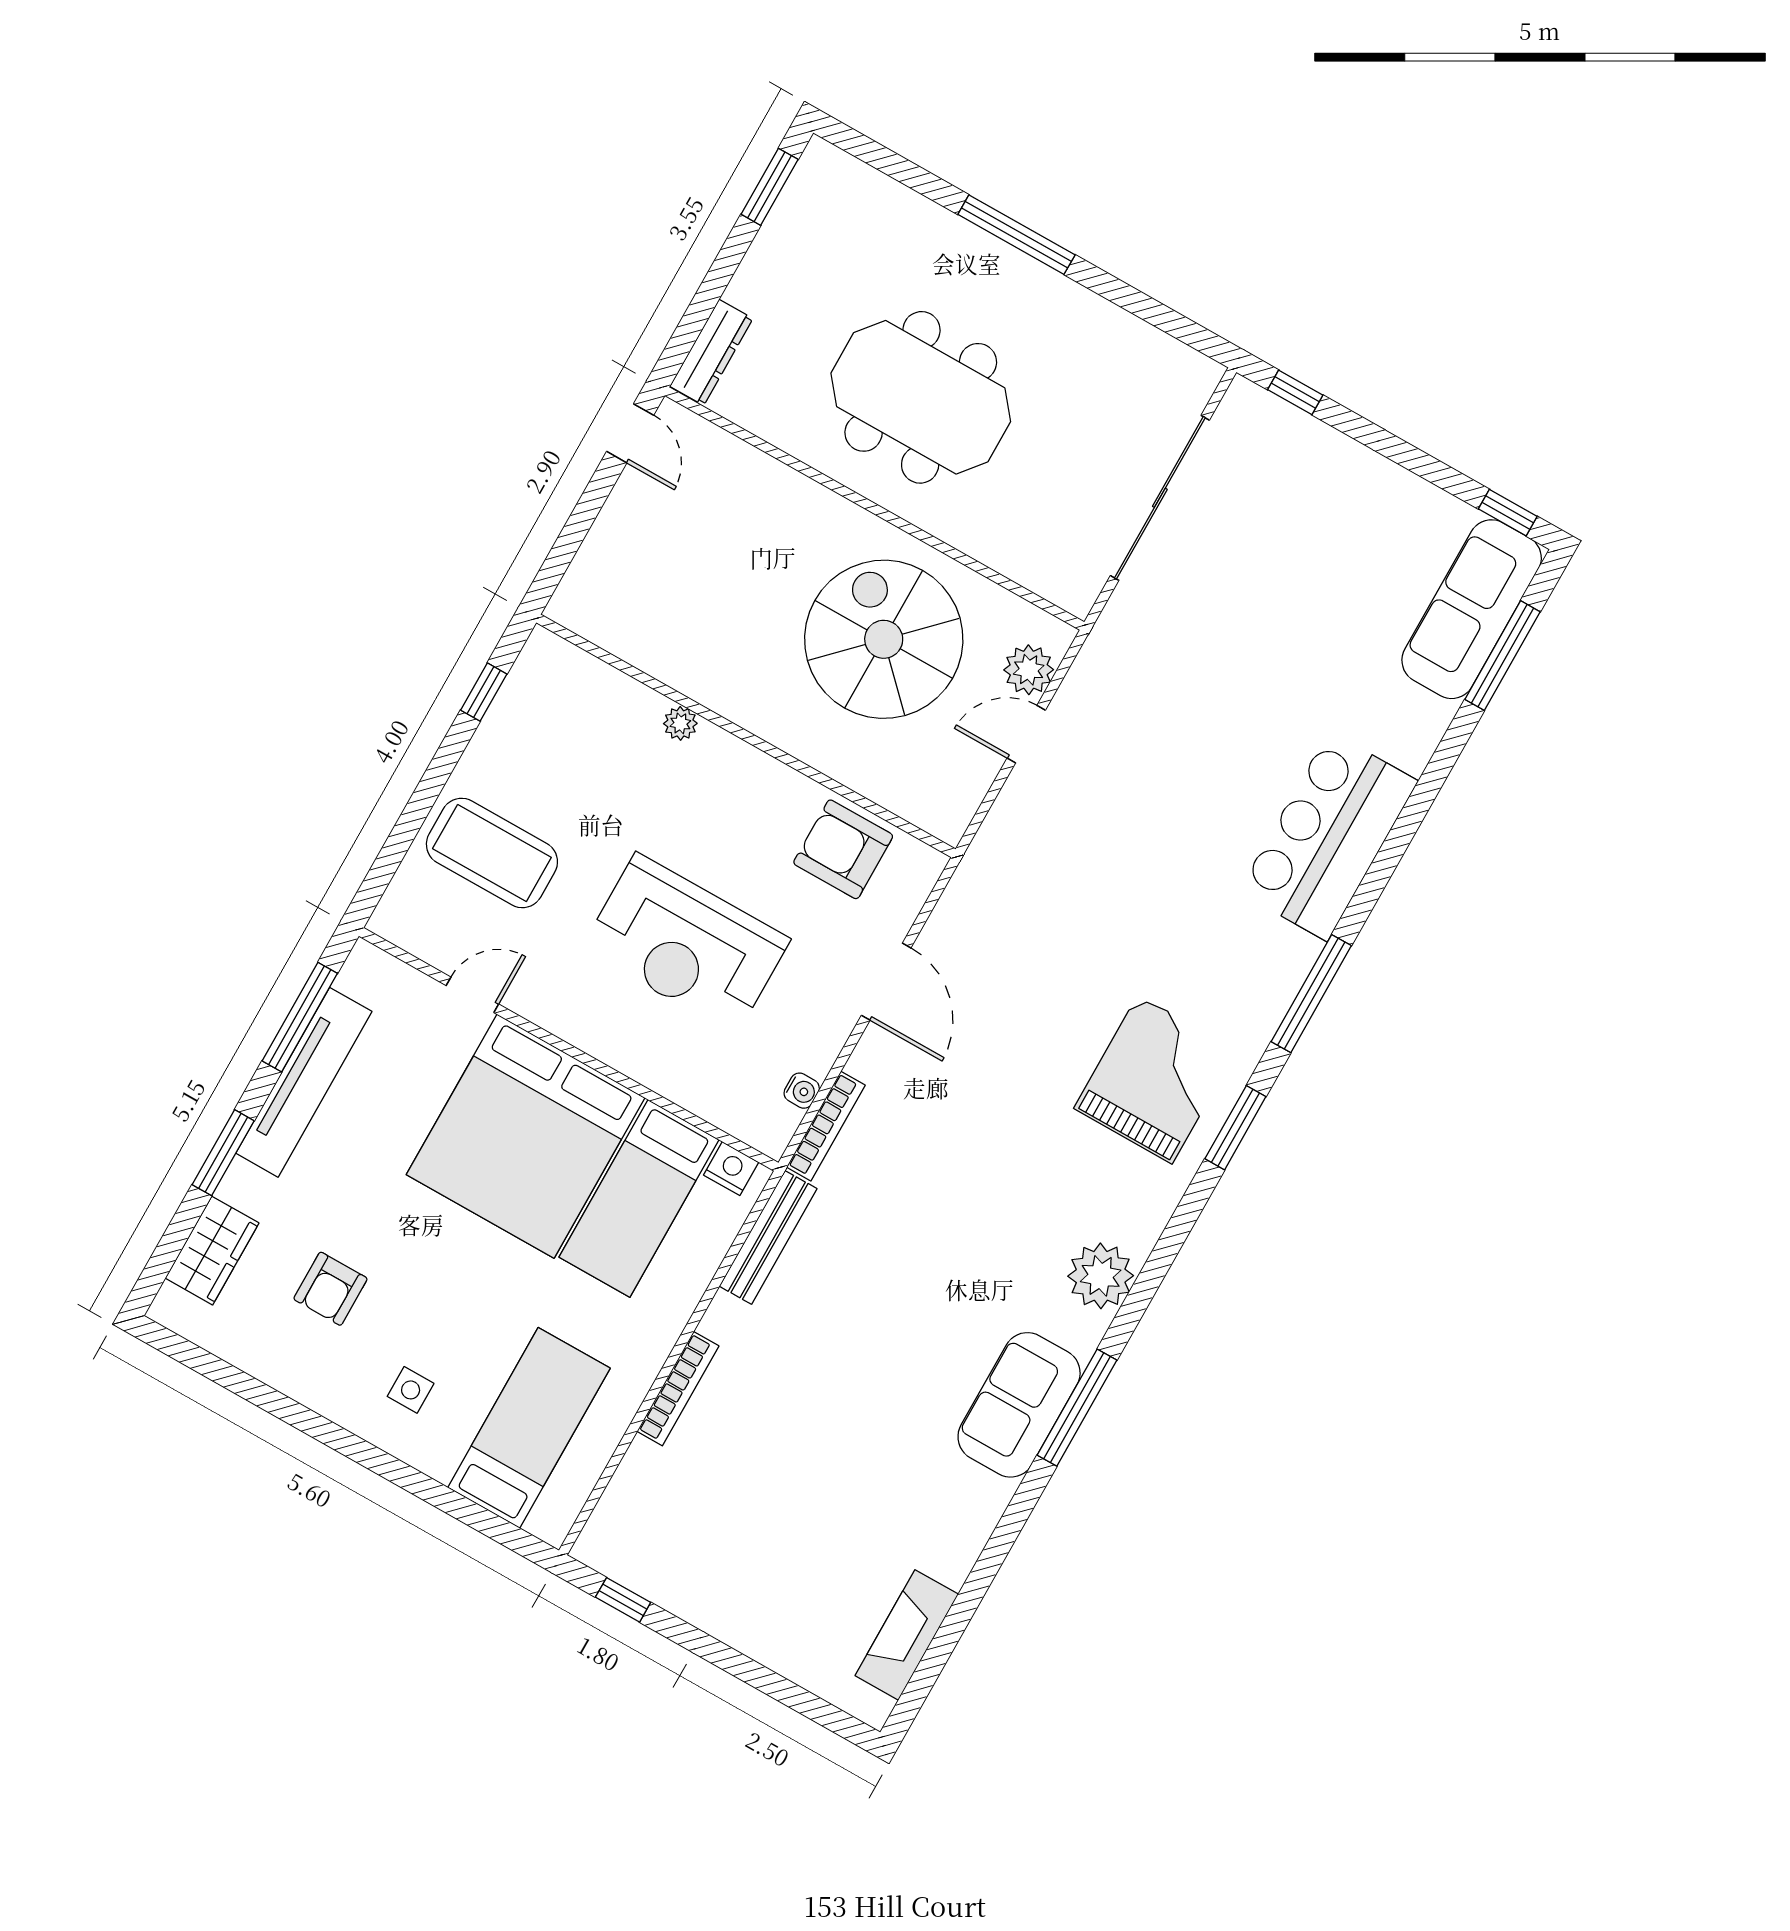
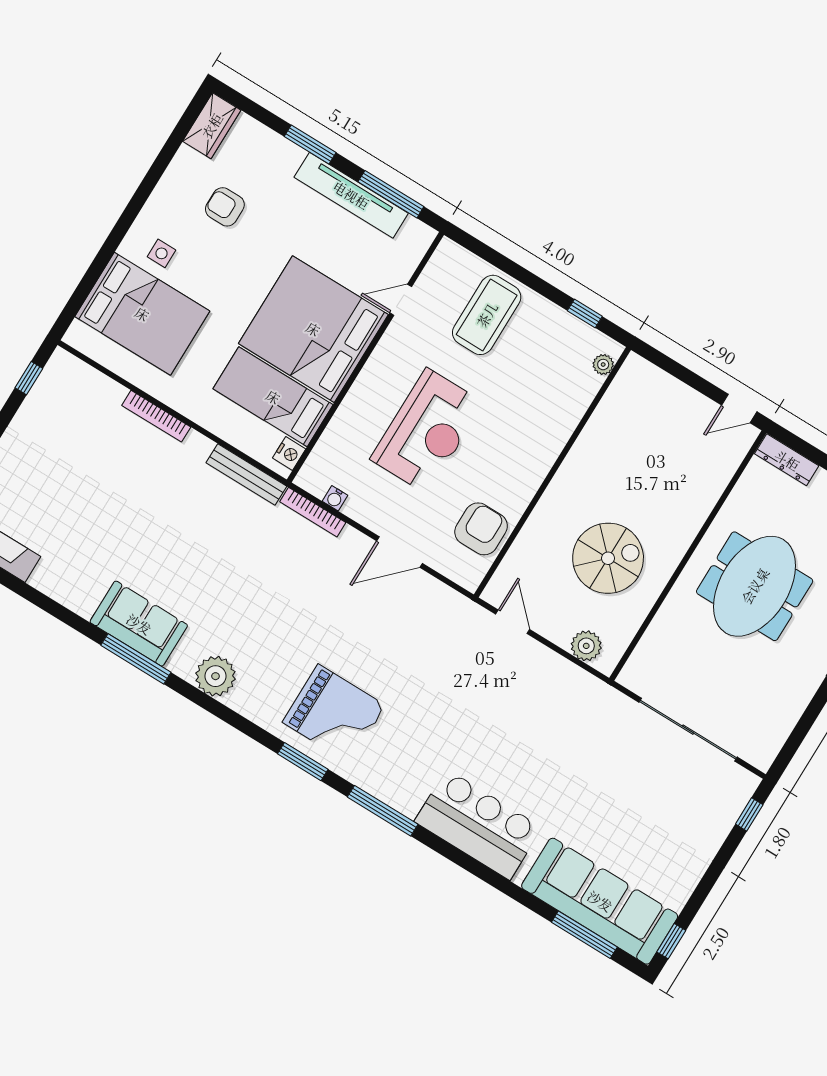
sofa: (1472, 609) -> (600, 901), width x1.36, depth x1.27
spiral stairs: (884, 639) -> (608, 558), width x0.73, depth x0.73
plant: (680, 723) -> (603, 365), moved
door: (1026, 734) -> (513, 622), moved
reception desk: (686, 944) -> (427, 431), turned 180
door: (472, 995) -> (401, 300), swing flipped
wardrobe: (212, 1251) -> (212, 126), moved, turned -90
bed: (529, 1428) -> (142, 314), width x1.50

